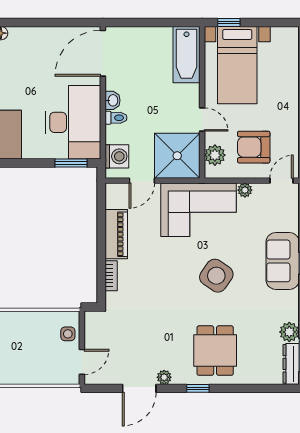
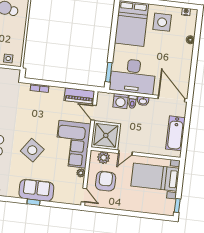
window: (229, 23) -> (177, 205), moved
bathtub: (186, 55) -> (175, 133), moved, turned -90
washing machine: (117, 156) -> (121, 101), moved
piano: (116, 234) -> (79, 96), moved

